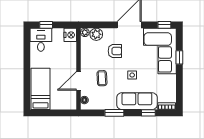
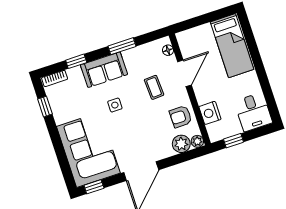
window: (46, 25) -> (233, 141), moved
nightstand: (70, 35) -> (210, 113), moved
armchair: (115, 51) -> (181, 117), moved
window: (179, 57) -> (45, 107), moved
sofa: (137, 101) -> (104, 70), width x0.73

